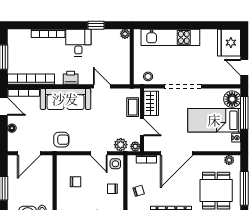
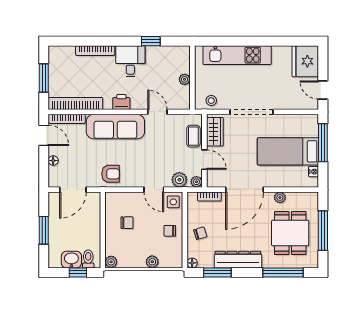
plant: (125, 34) -> (185, 79), moved
floor lamp: (232, 99) -> (309, 127), removed
plant: (229, 160) -> (280, 198), moved

